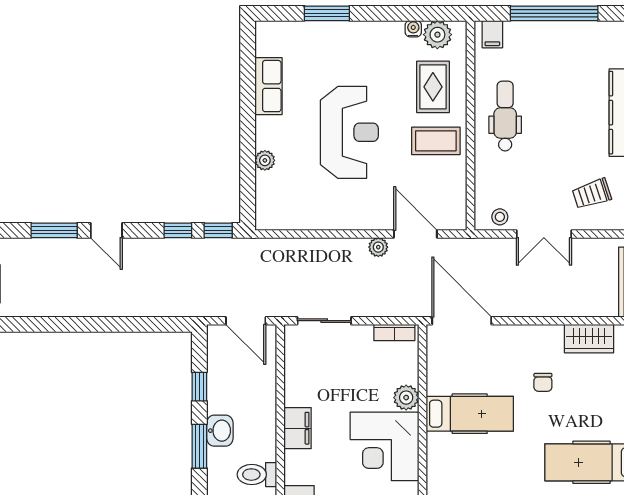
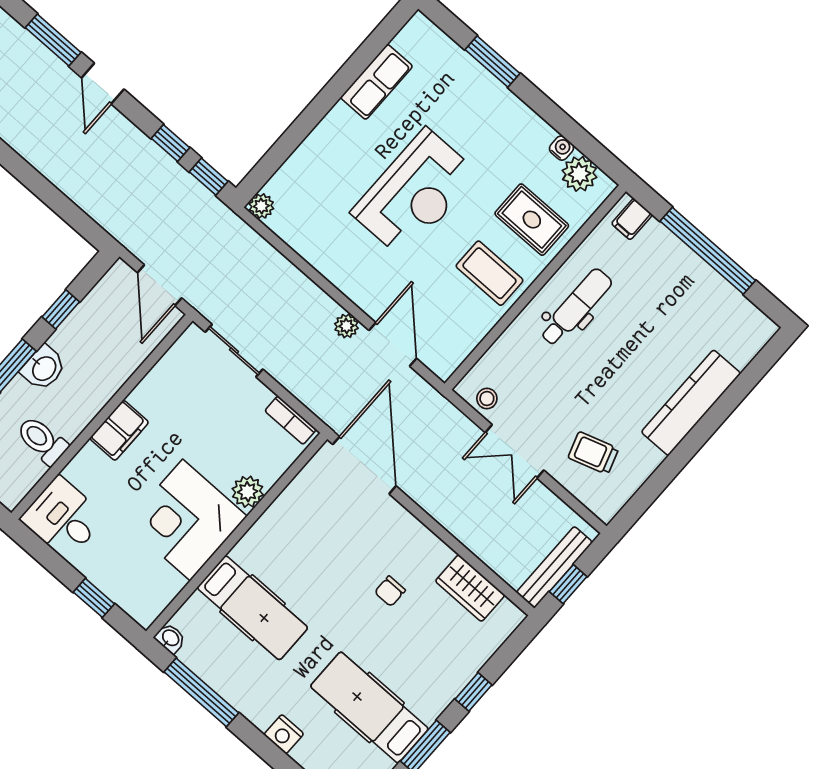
rug: (433, 87) -> (532, 220), turned 90
plant: (265, 160) -> (261, 206), moved
hospital bed: (470, 414) -> (252, 608), moved

